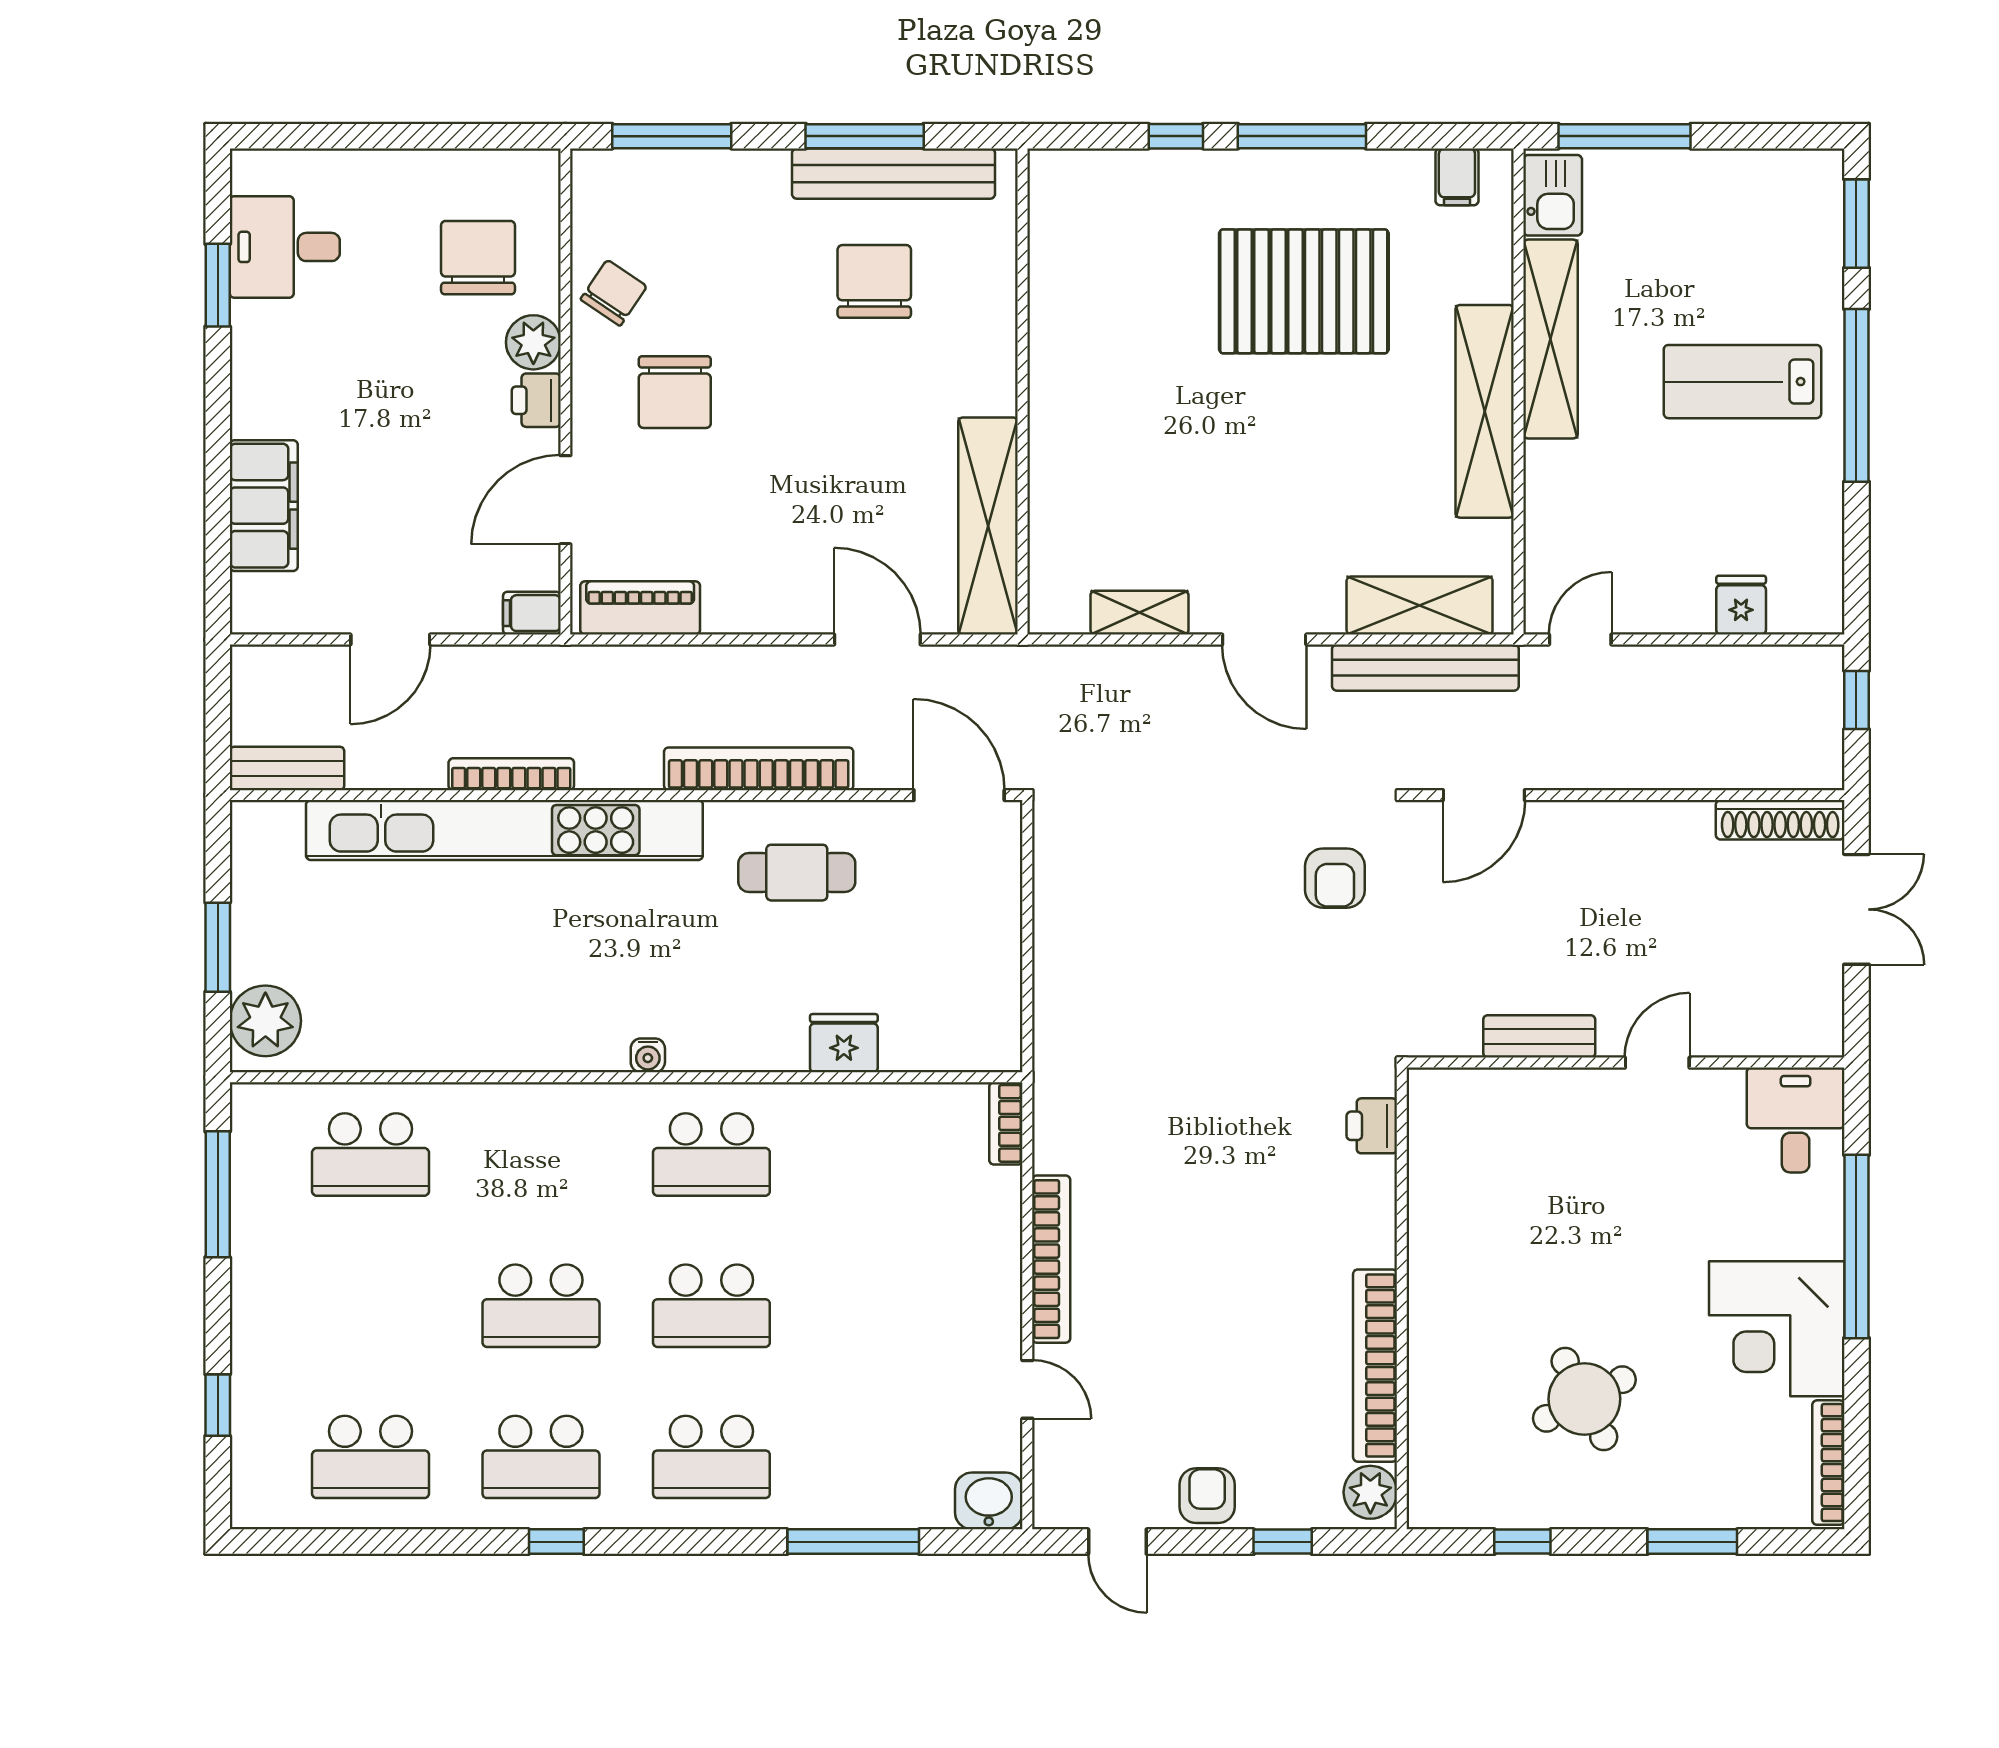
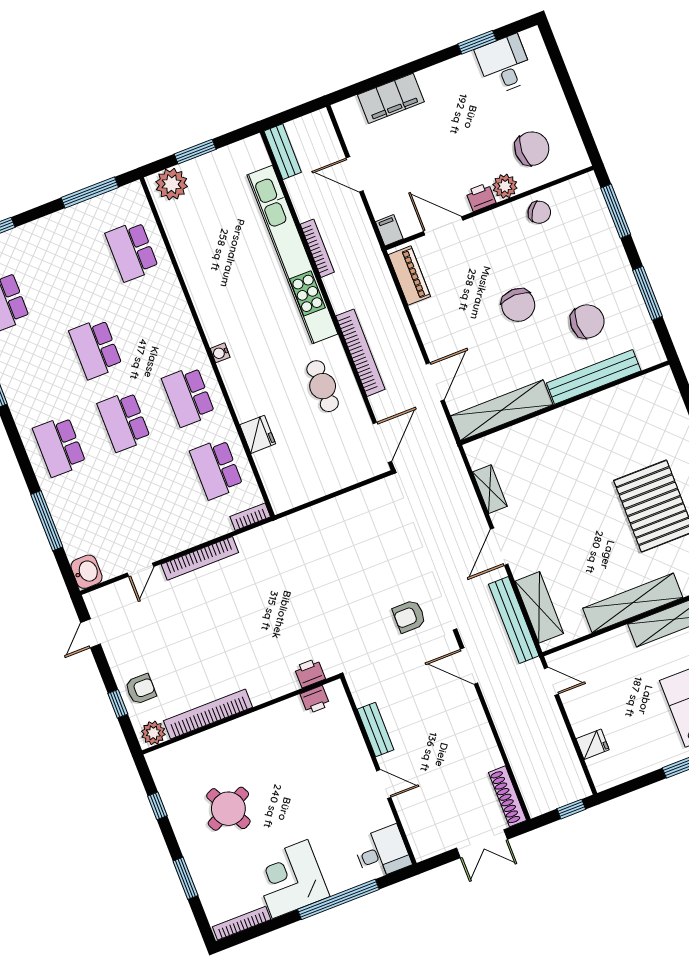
bench: (893, 174) -> (594, 377), moved, turned 90
chair: (675, 392) -> (518, 305), moved, turned -90
printer: (1431, 1136) -> (315, 700), added
school desk: (541, 1457) -> (216, 469), moved
armchair: (1207, 1496) -> (141, 689), moved

